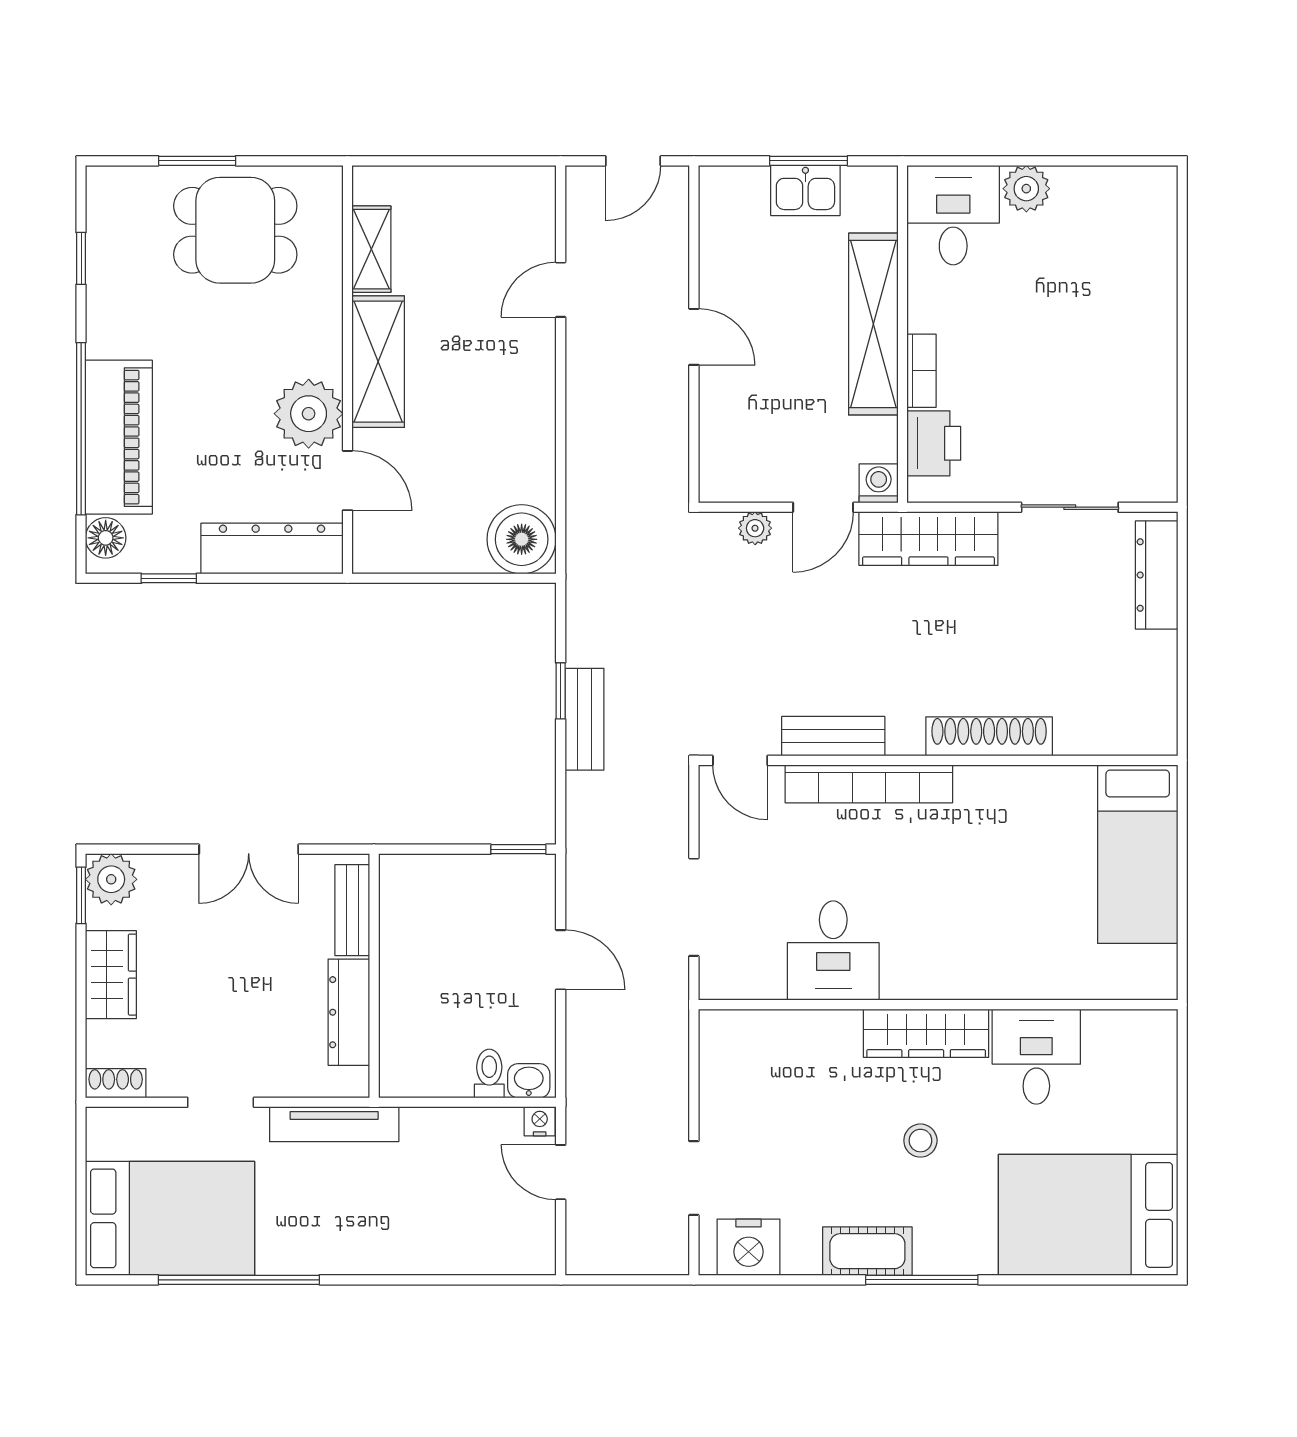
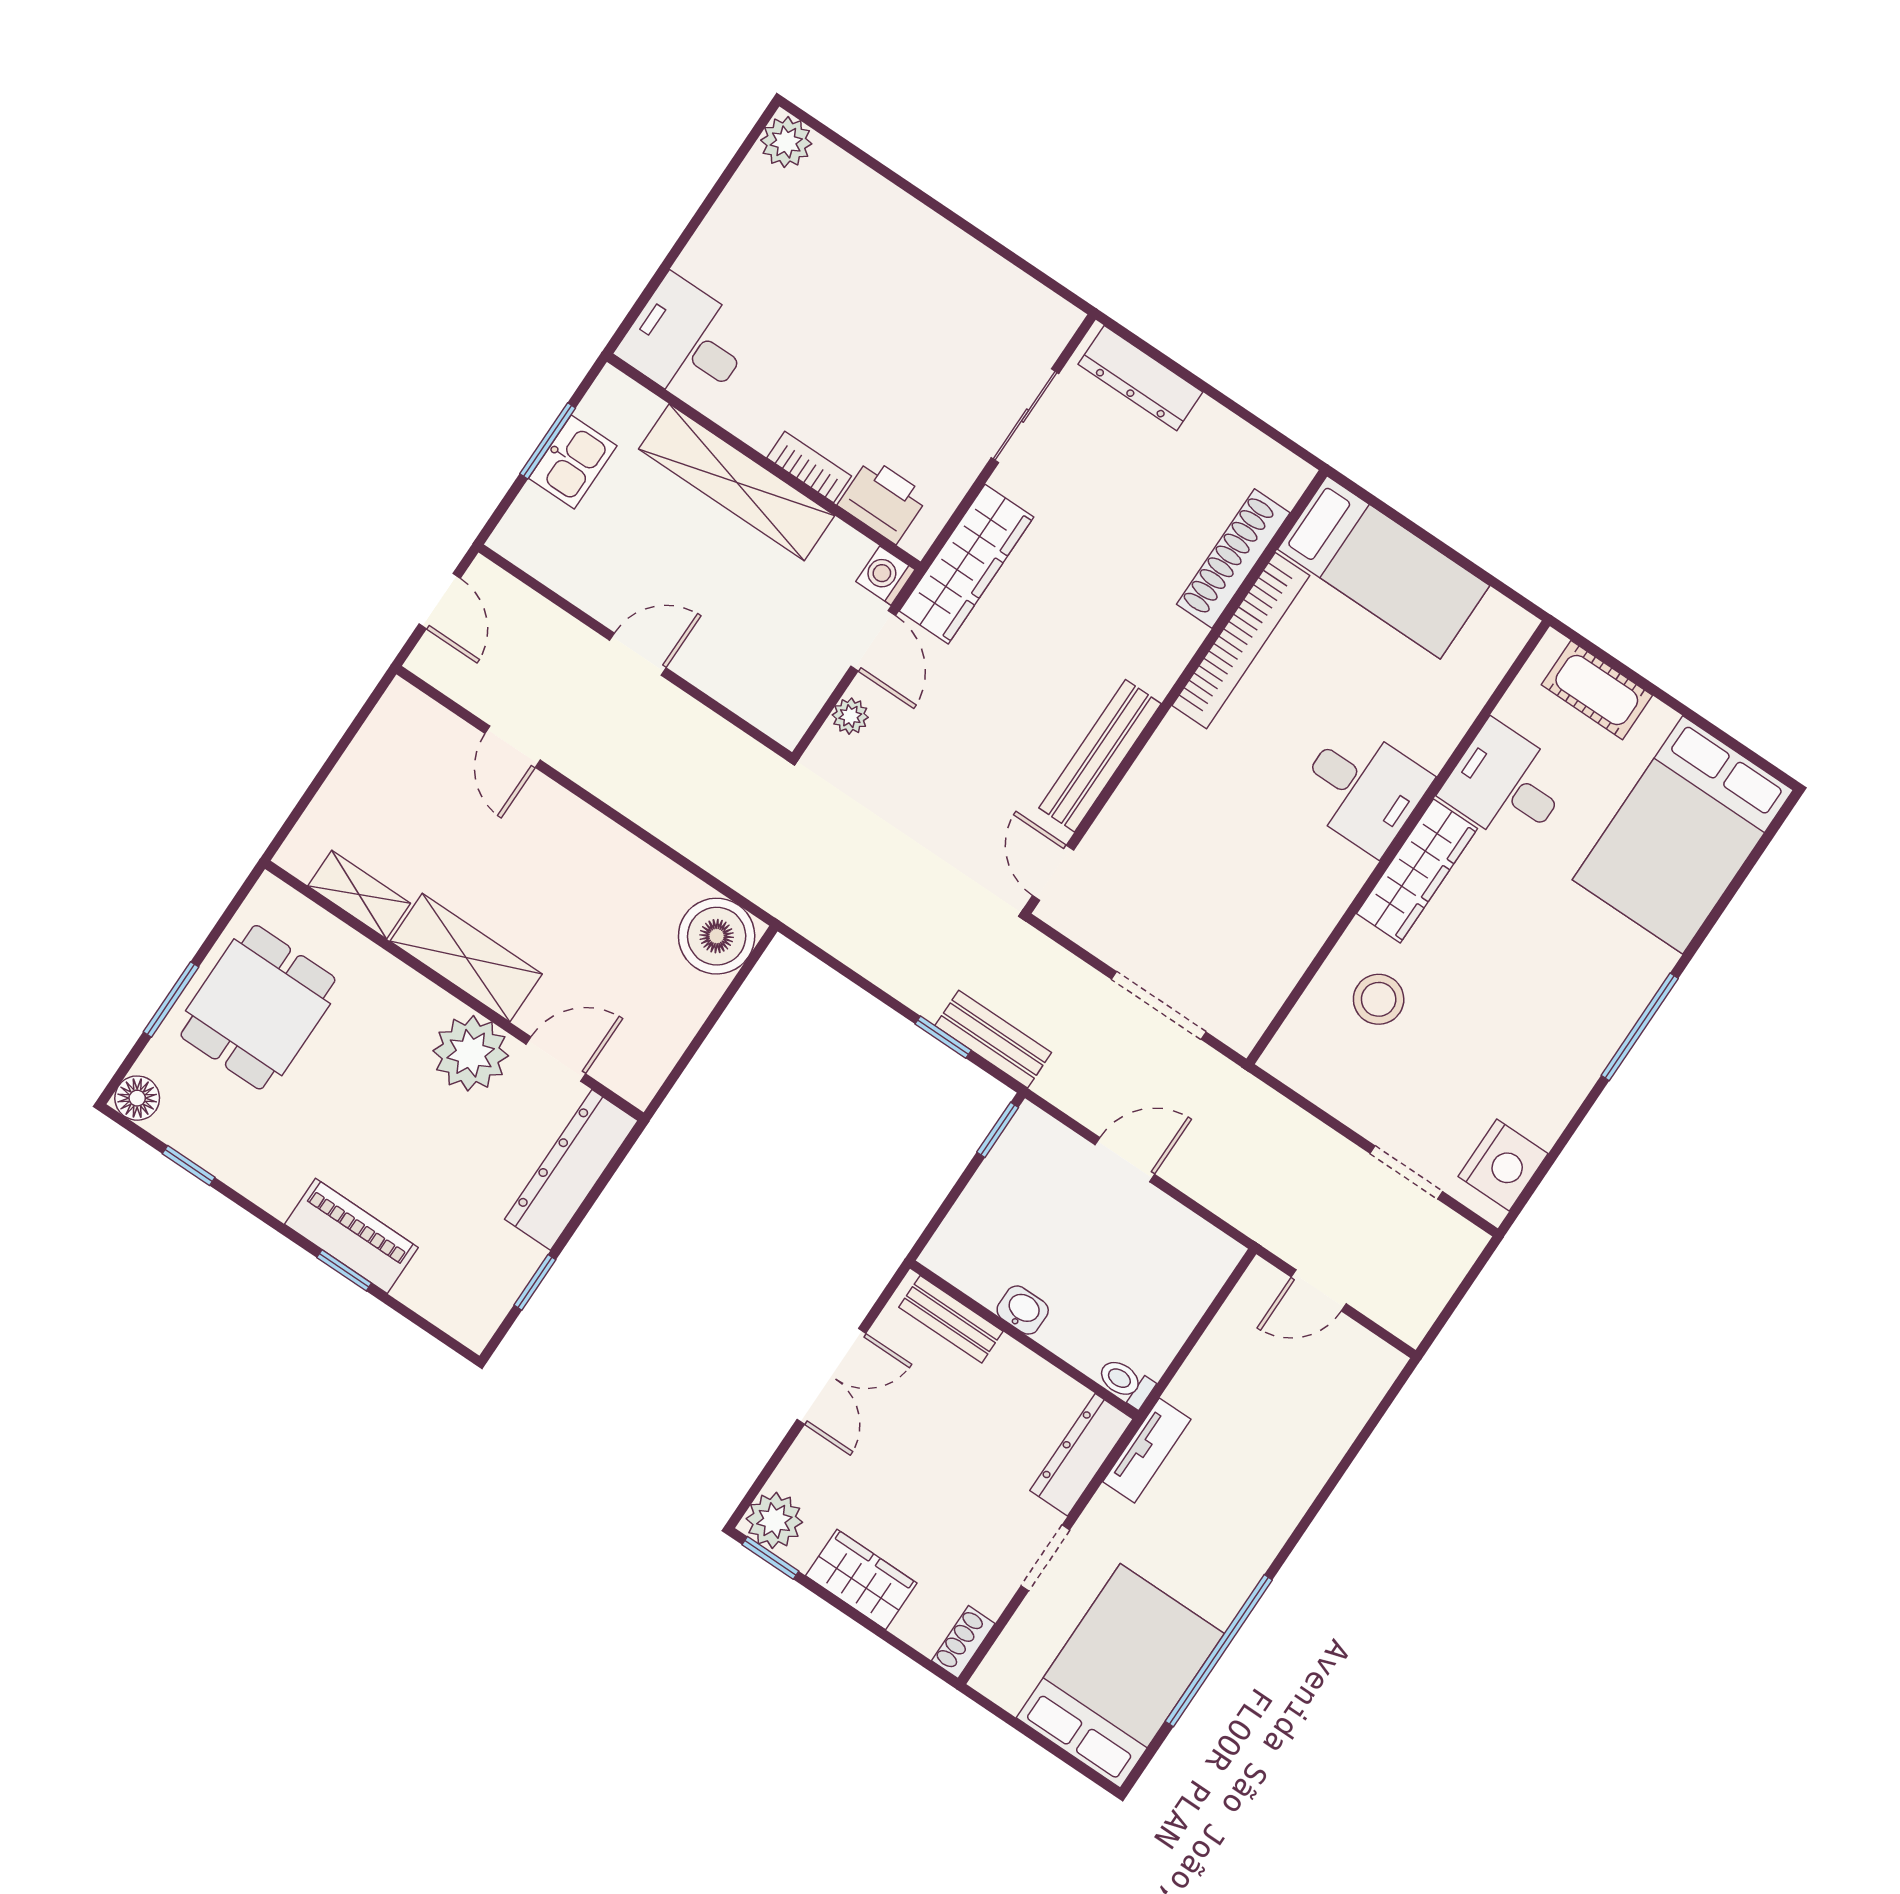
plant: (1026, 189) -> (786, 142), moved
window: (81, 429) -> (344, 1270), width x0.32
piano: (119, 437) -> (351, 1236), width x0.73, depth x0.75
floor lamp: (106, 538) -> (137, 1098), moved
window: (561, 691) -> (943, 1037), moved
bench: (584, 719) -> (993, 1039), moved
bench: (833, 736) -> (1100, 756), width x1.36
shoe rack: (989, 736) -> (1233, 559), moved
door: (740, 760) -> (1053, 873), swing flipped
bookcase: (869, 784) -> (1241, 641), moved
desk: (833, 951) -> (1363, 788), moved
dresser: (349, 1012) -> (1081, 1455), moved, turned 90
toilet: (489, 1074) -> (1126, 1382), moved
washbasin: (529, 1081) -> (1023, 1310), moved, turned 90
nightstand: (540, 1121) -> (1259, 1278), removed
tv unit: (334, 1124) -> (1147, 1451), width x0.71
stool: (920, 1141) -> (1379, 999), moved, width x1.37, depth x1.37
cot: (867, 1251) -> (1597, 690), moved, turned 90

